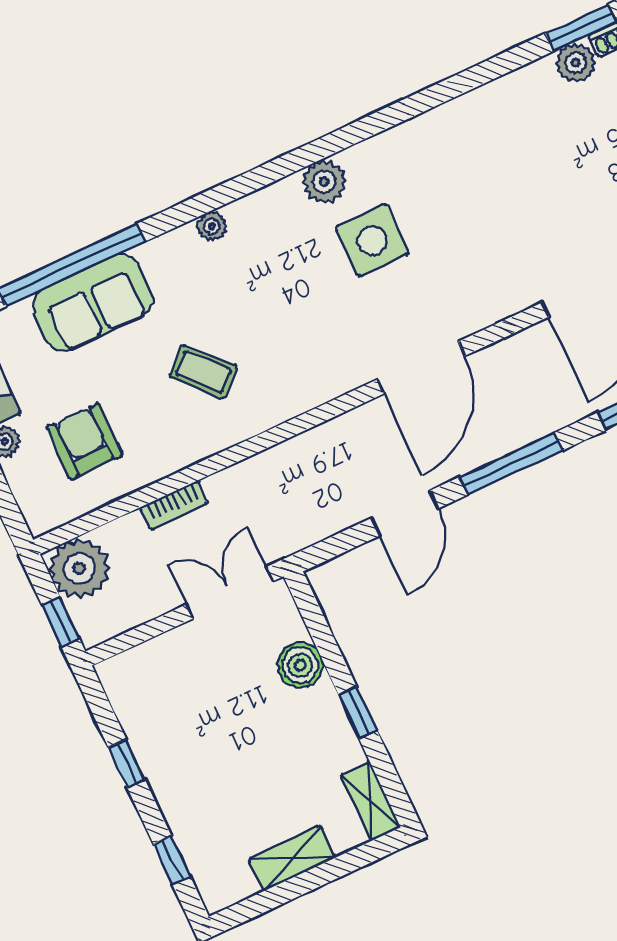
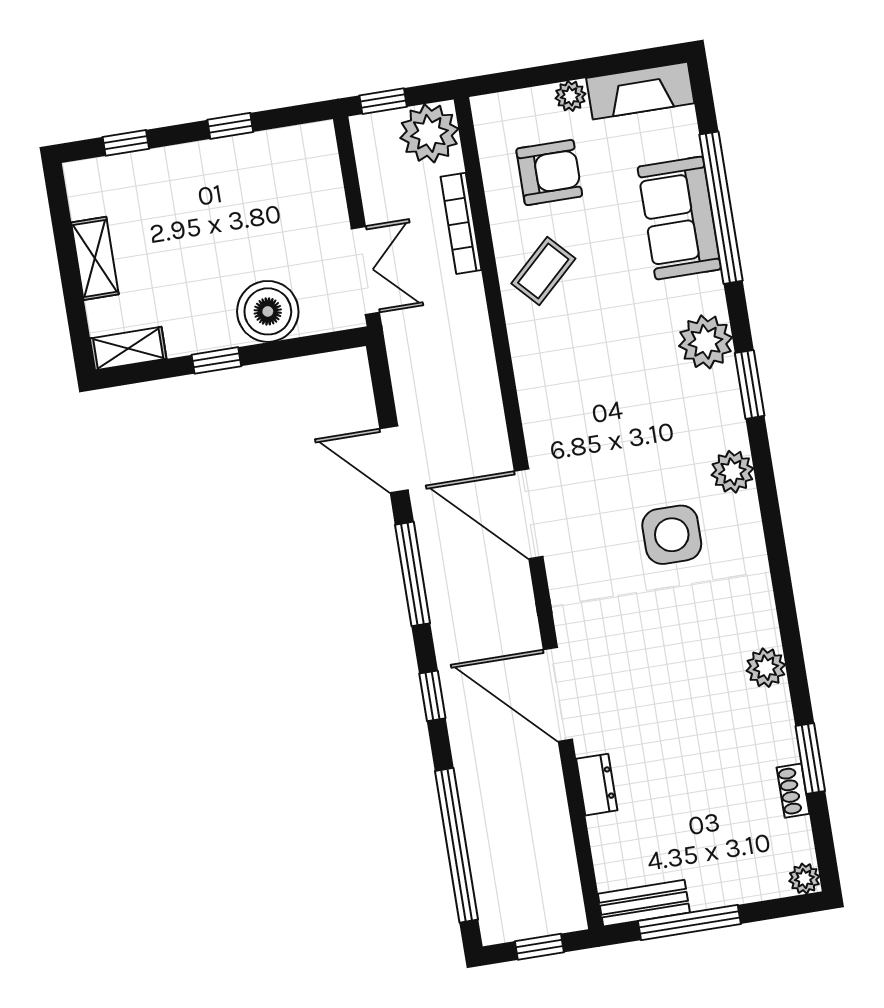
plant: (576, 63) -> (766, 668), moved
window: (235, 189) -> (750, 384), added
plant: (212, 226) -> (706, 342), width x1.88, depth x1.88
side table: (372, 240) -> (672, 535), moved
coffee table: (203, 372) -> (543, 271), moved
bookcase: (174, 505) -> (461, 223), width x1.56
boiler: (300, 665) -> (268, 311), width x1.37, depth x1.37

